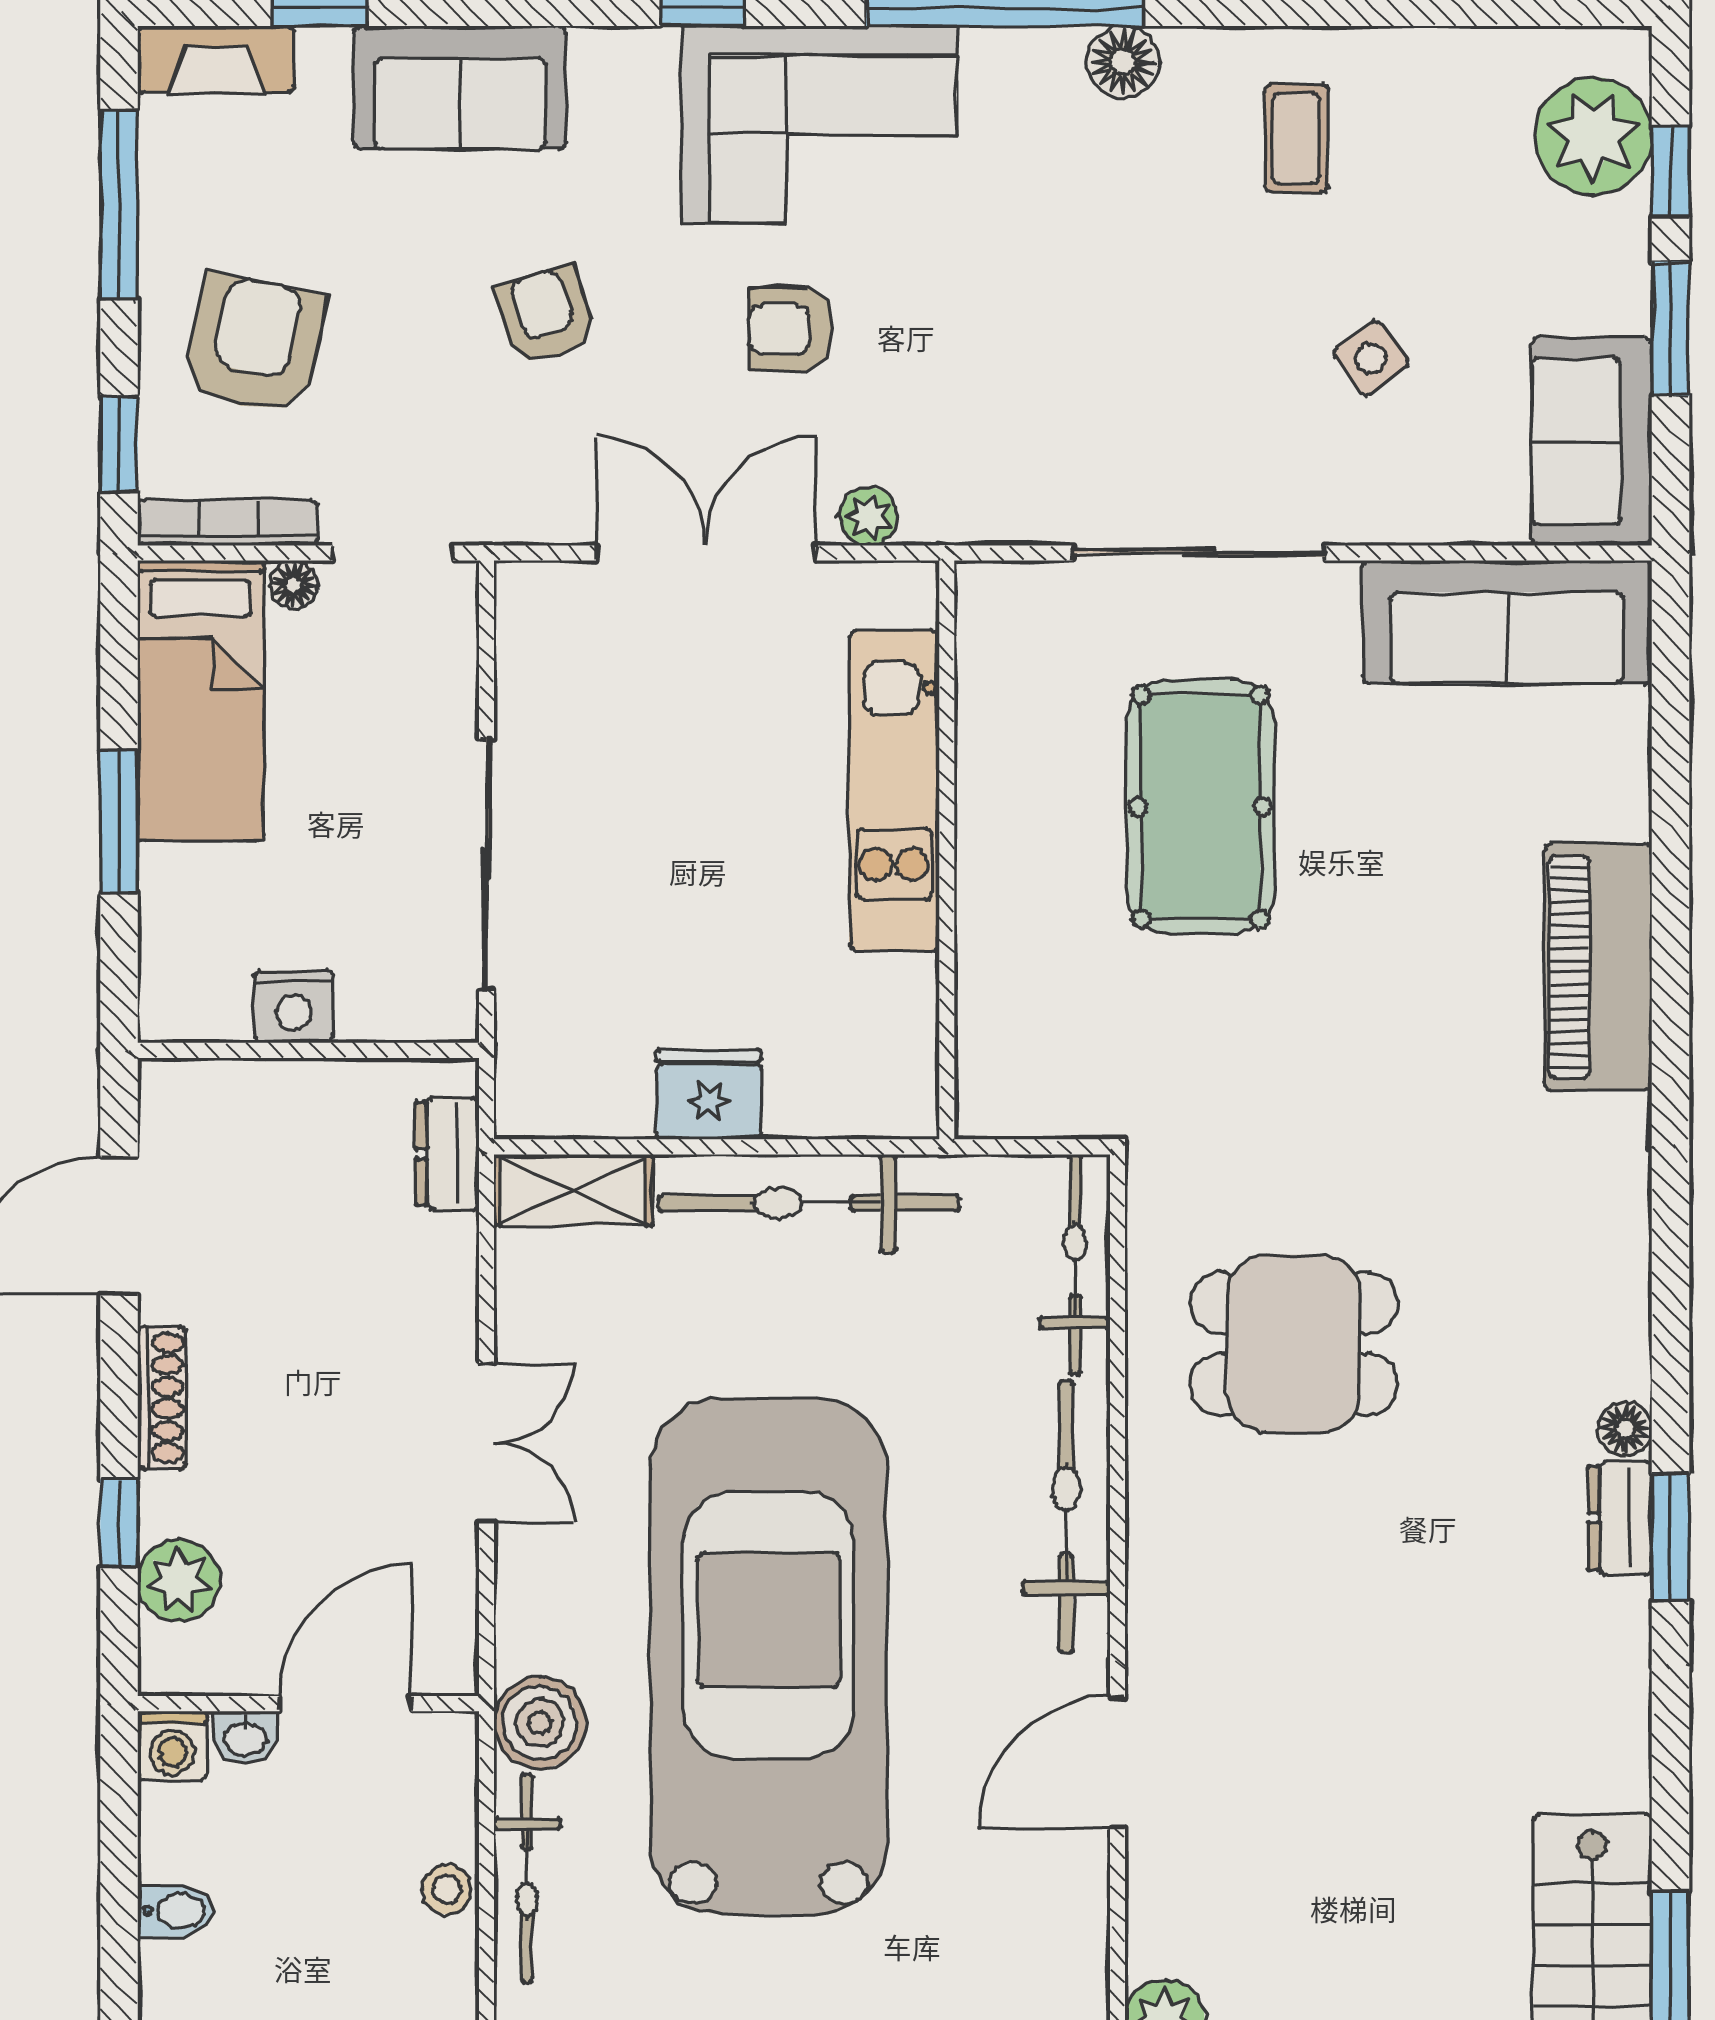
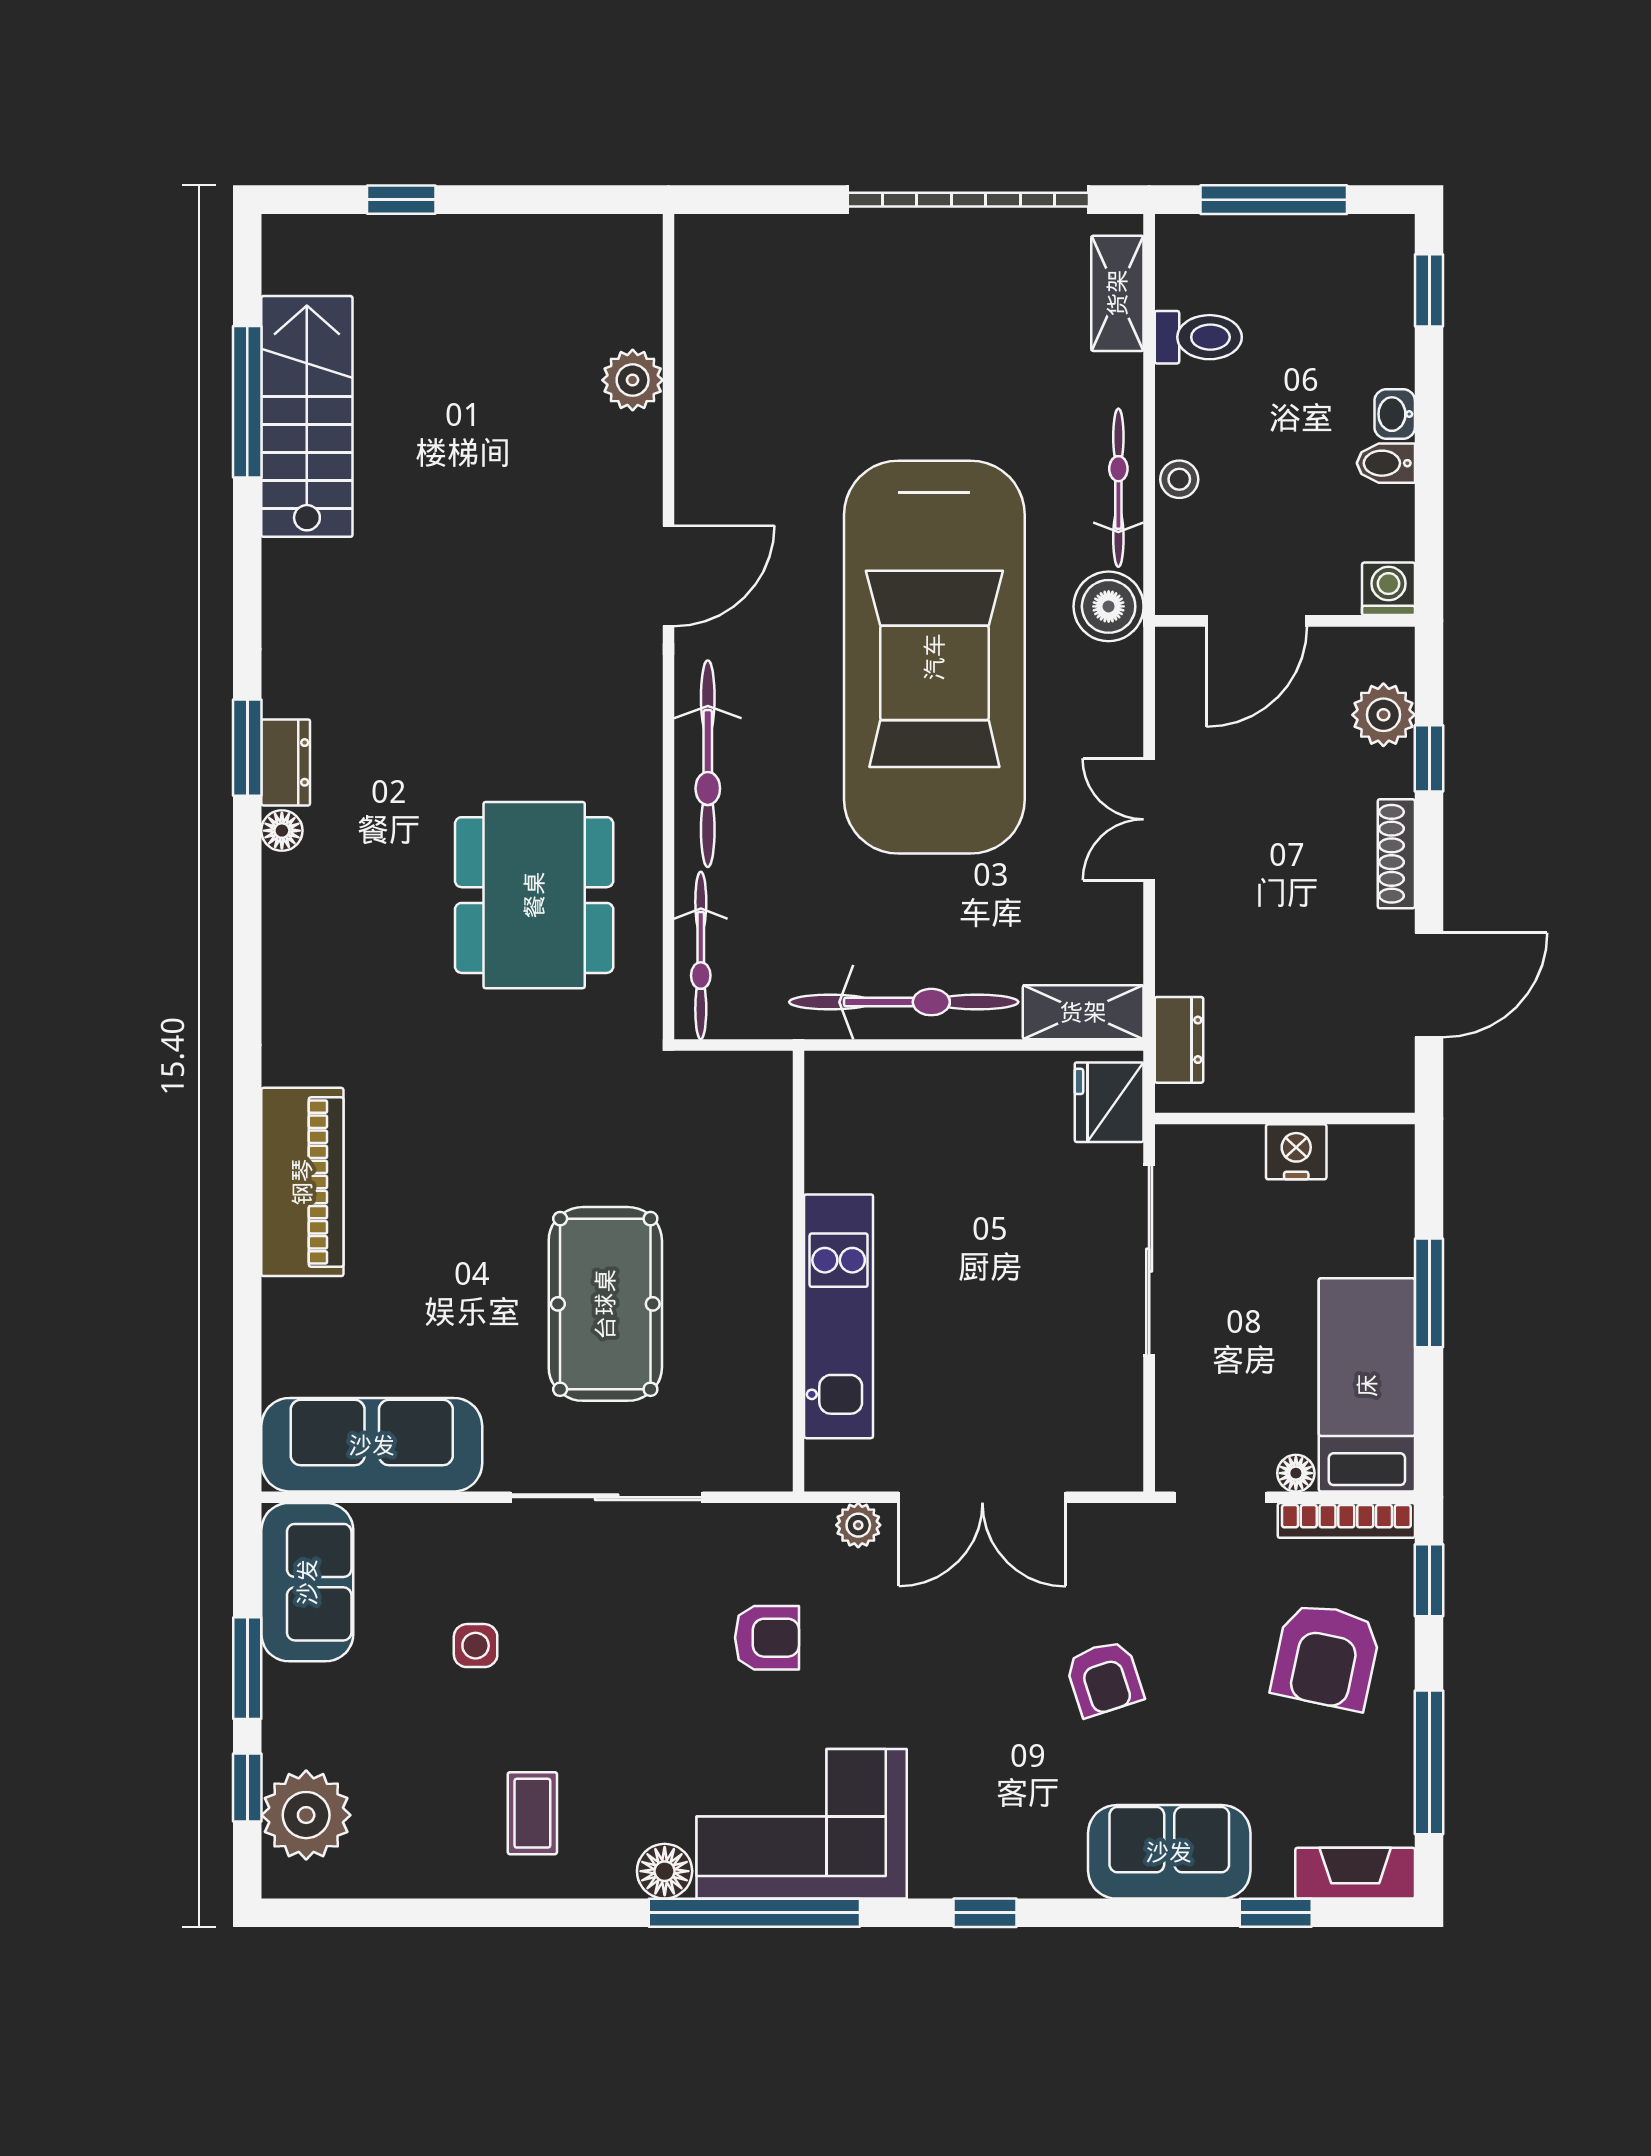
corner sofa: (819, 124) -> (802, 1824), moved
armchair: (791, 329) -> (767, 1638), moved
side table: (1371, 358) -> (476, 1646), turned 37
fridge: (709, 1094) -> (1109, 1102), moved, turned 90
dining table: (1294, 1344) -> (534, 895), width x1.38
washbasin: (245, 1738) -> (1395, 414), moved, turned -90

